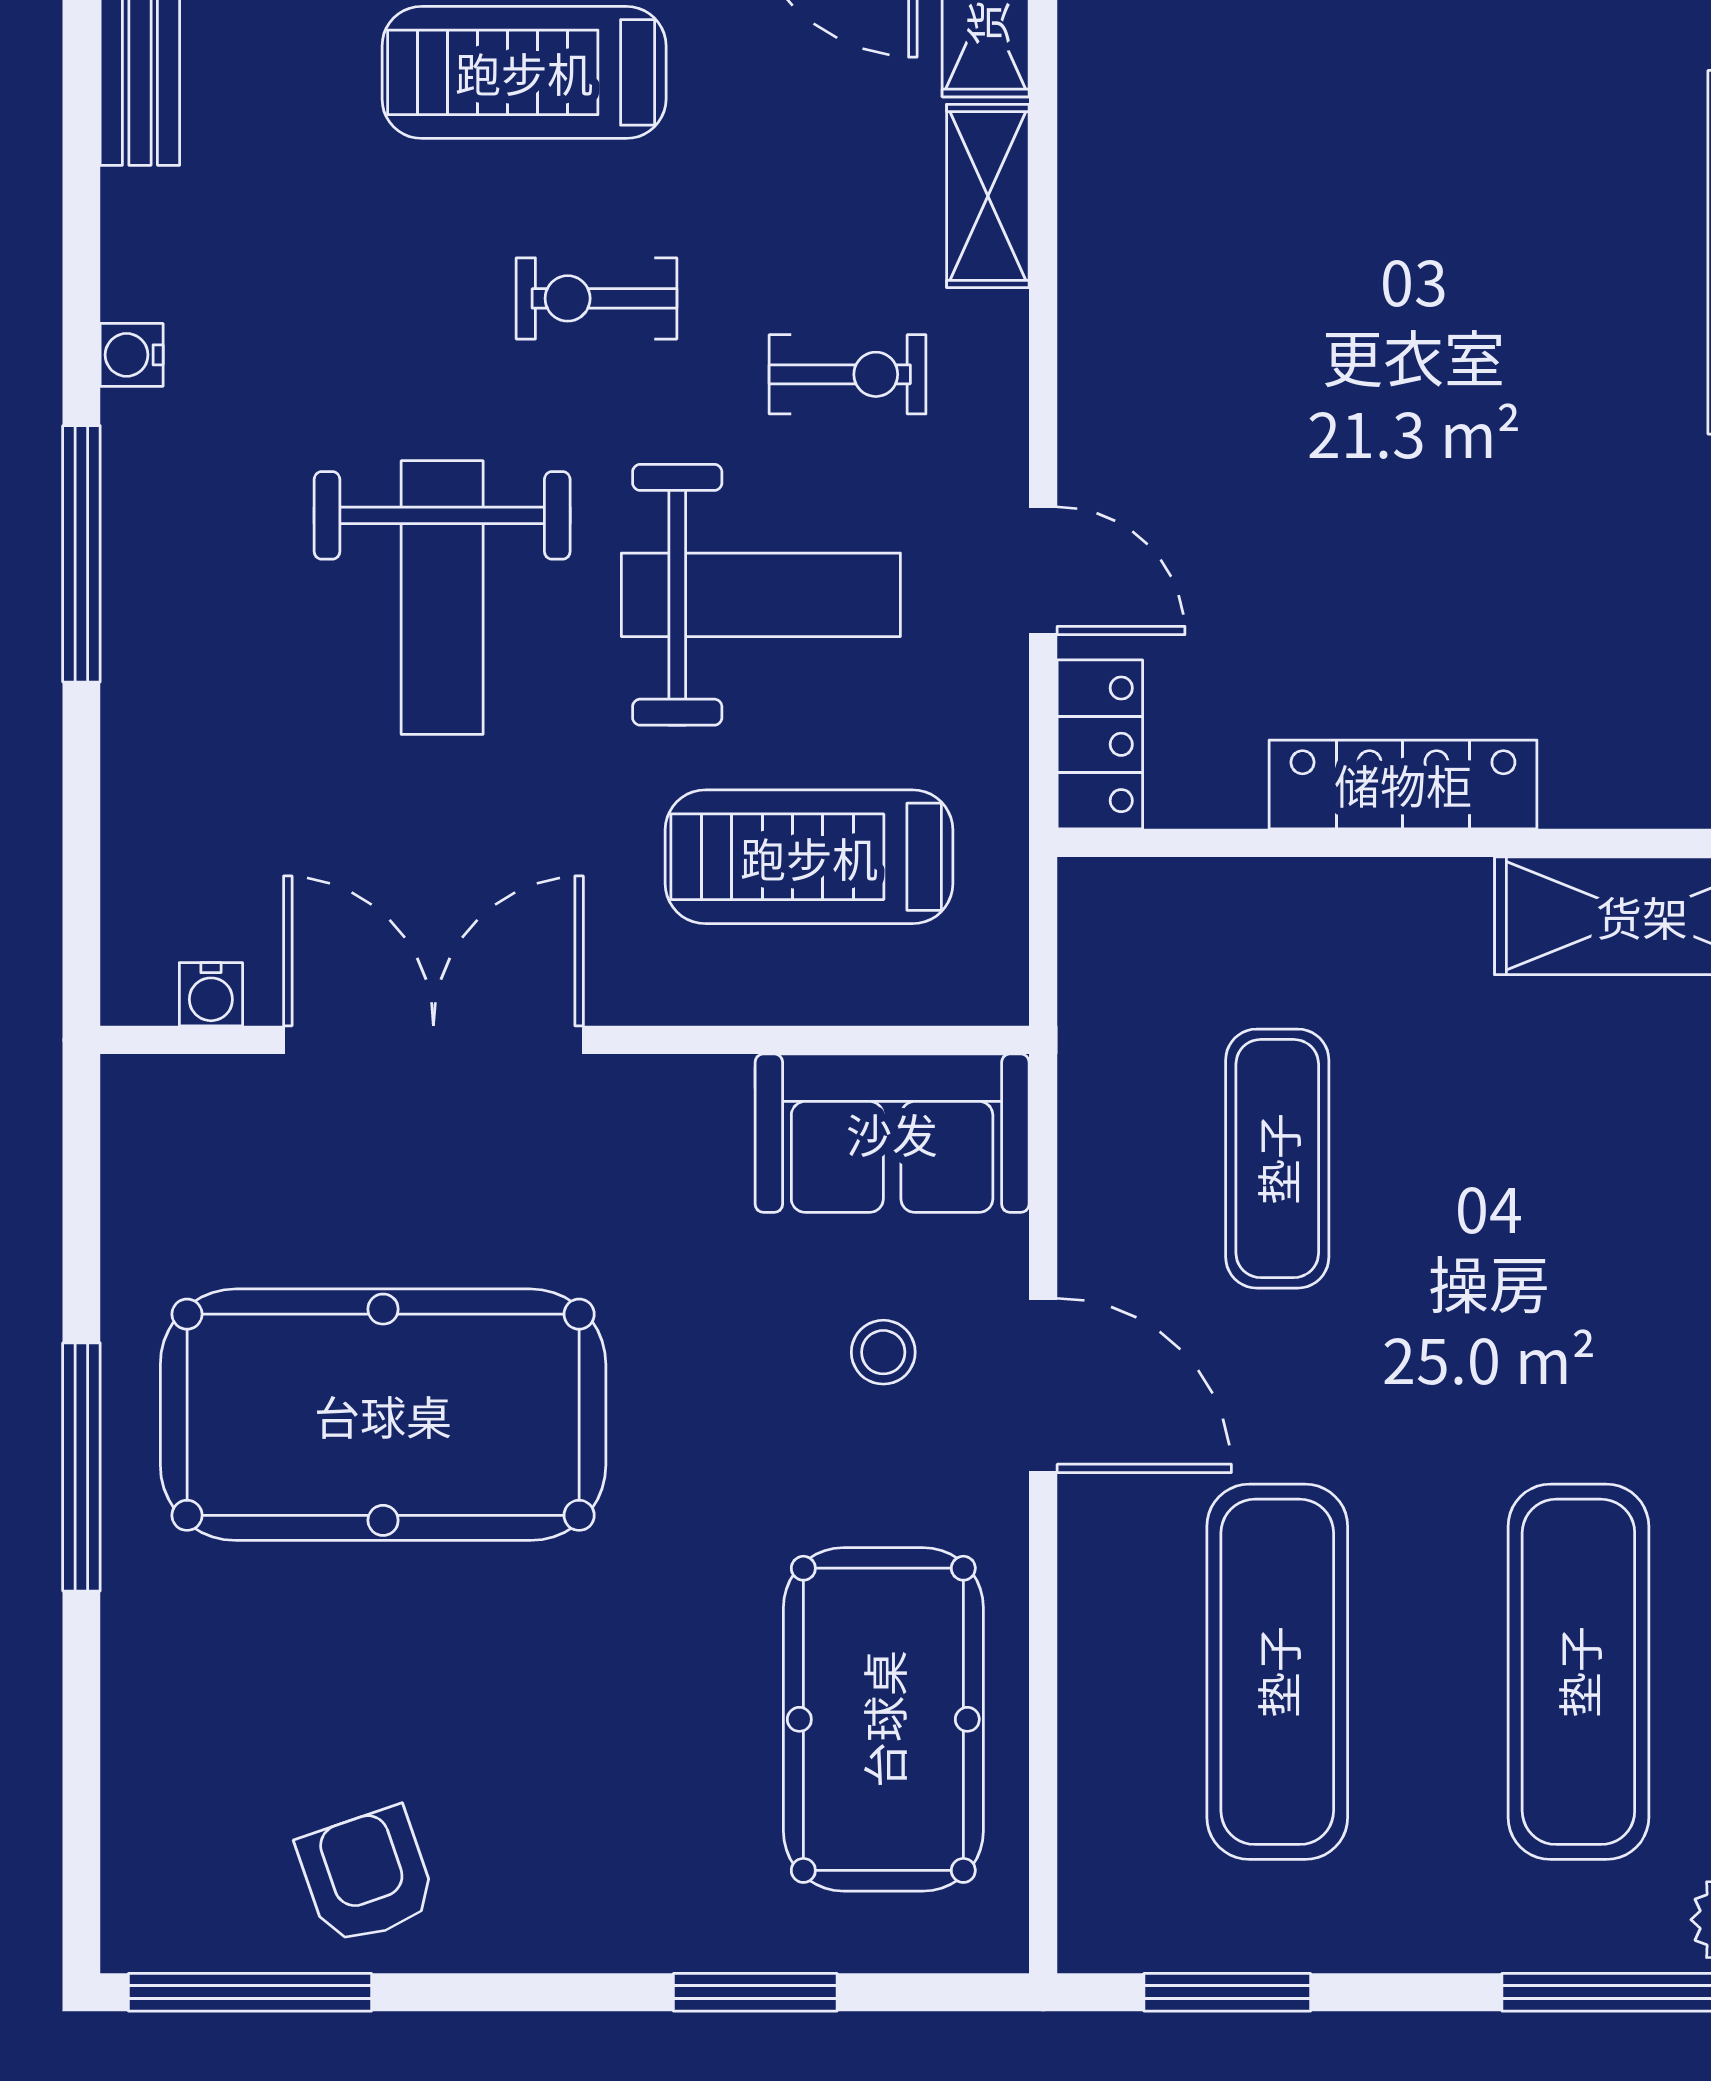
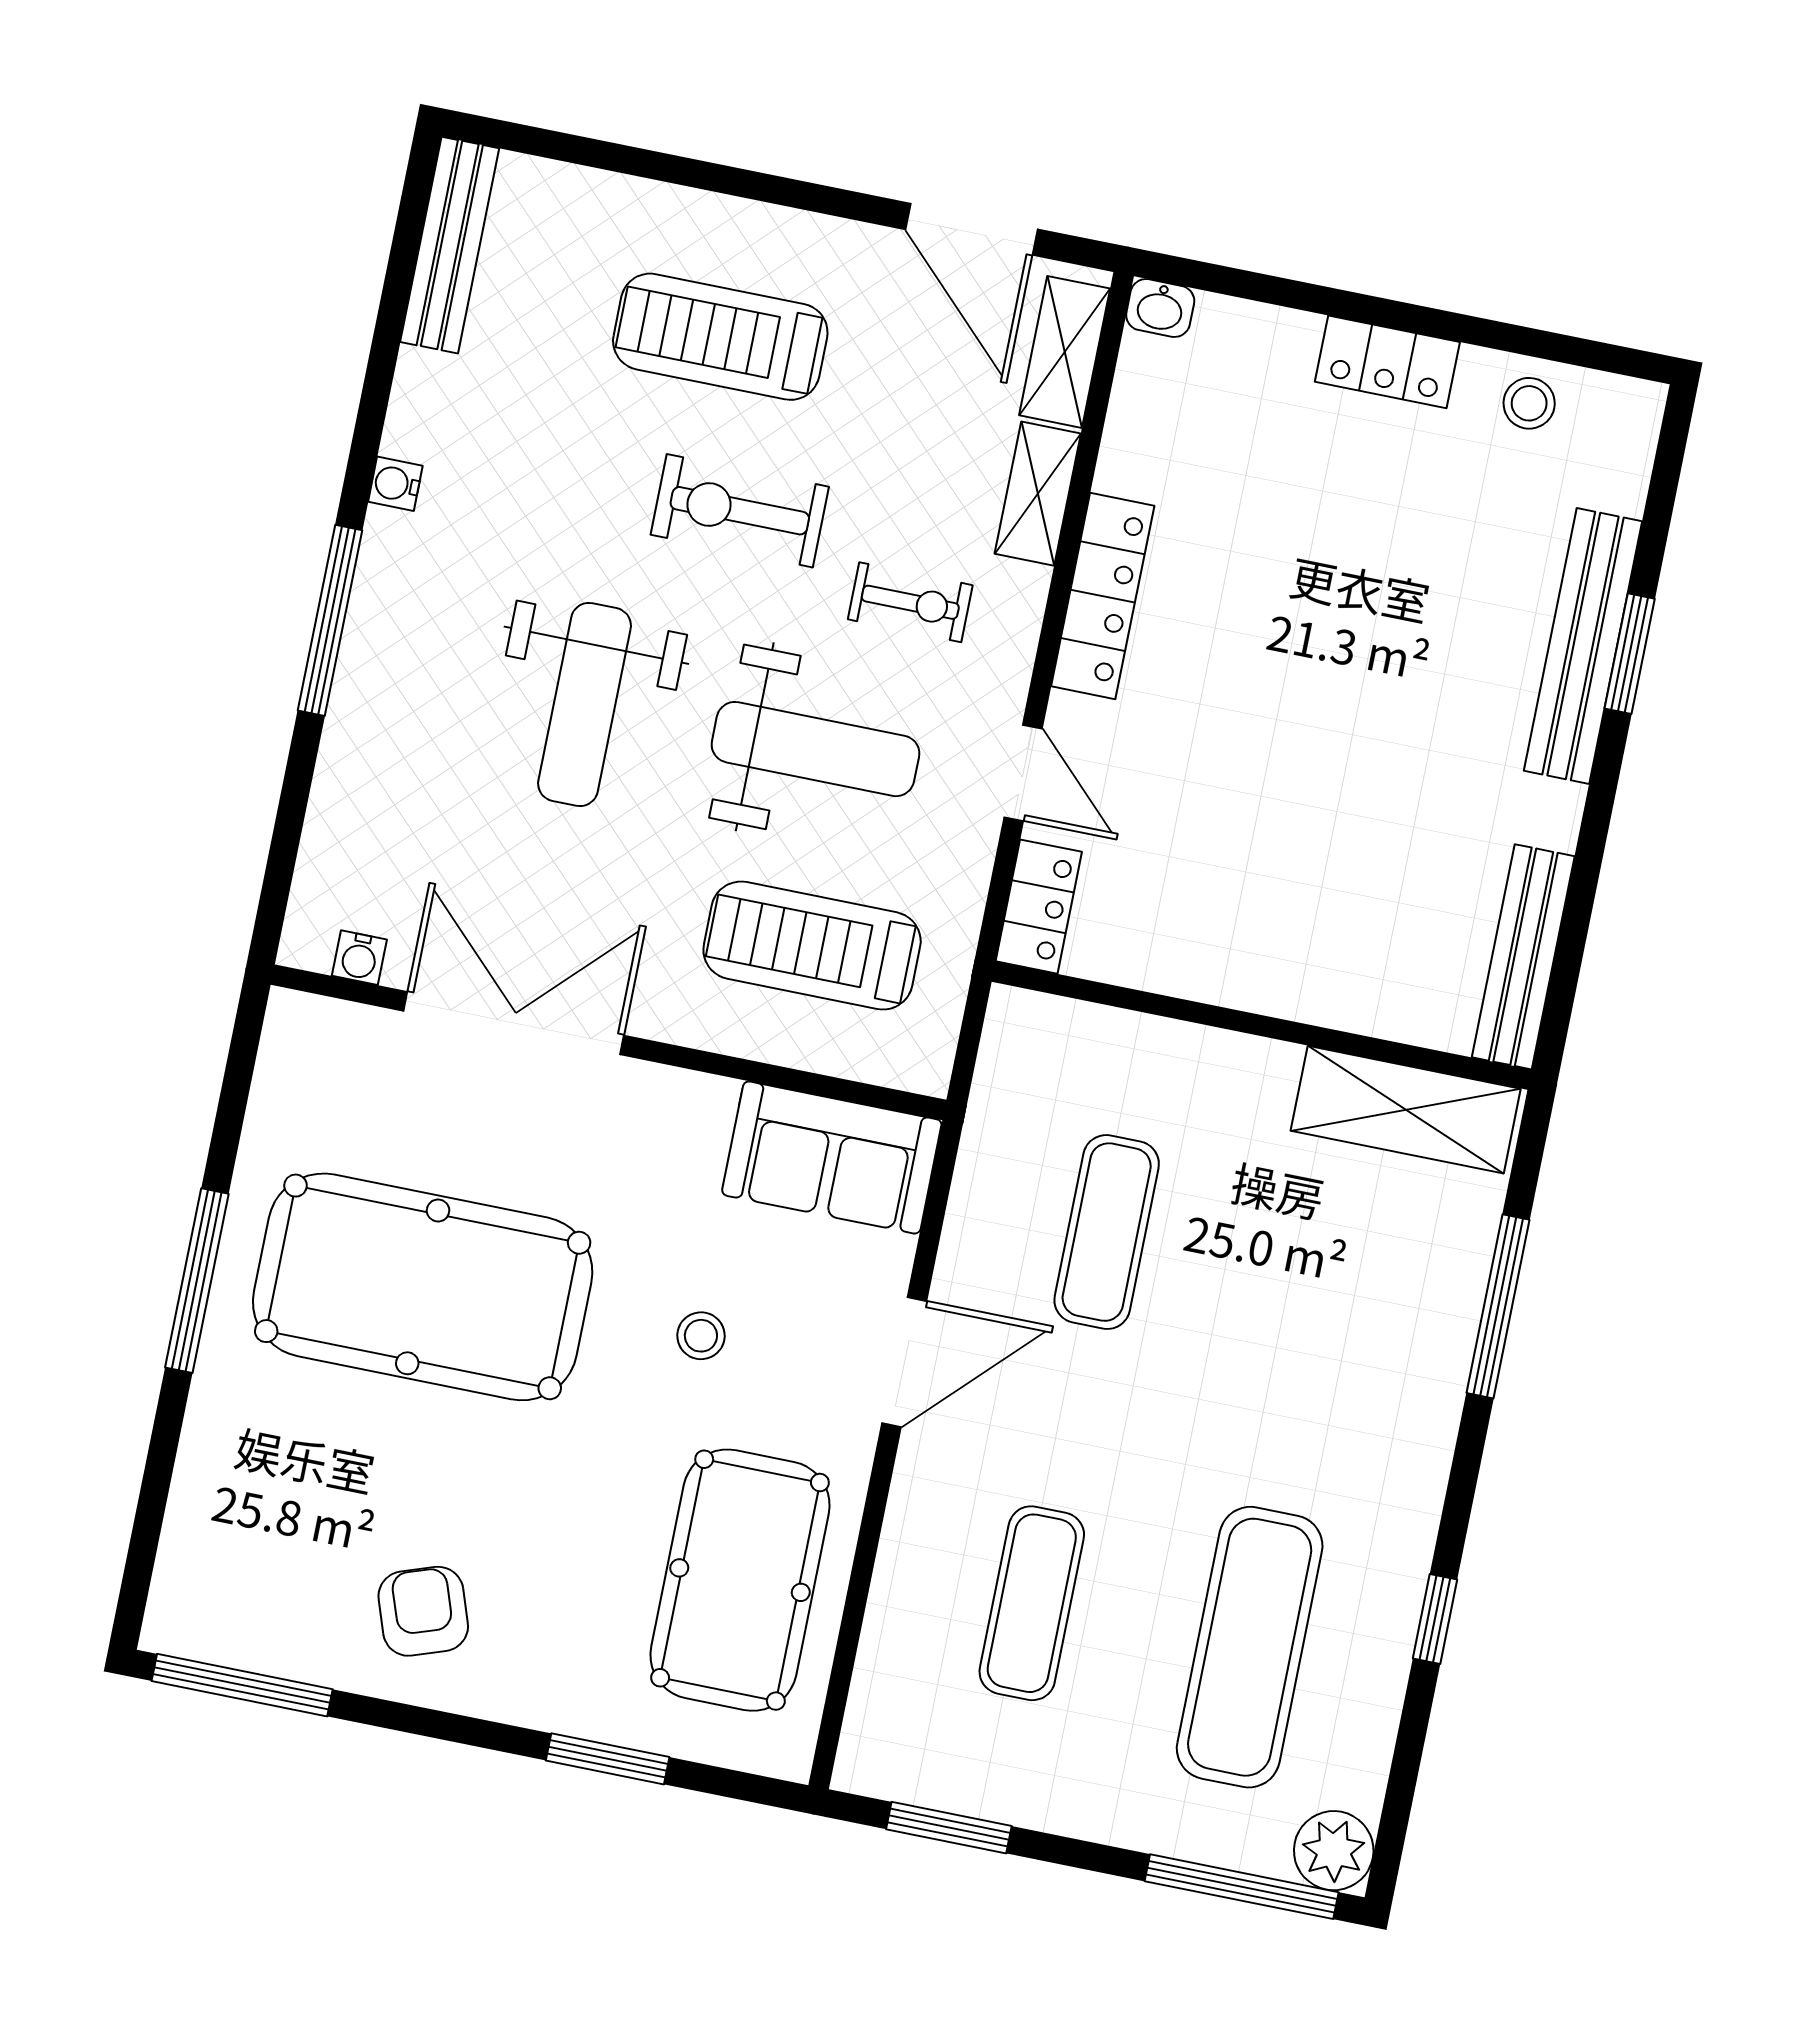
exercise bike: (597, 298) -> (740, 511), width x1.38, depth x1.39
locker: (1403, 784) -> (1103, 596), moved, turned 90
stool: (883, 1352) -> (701, 1336), moved
door: (1043, 1385) -> (904, 1362), hinge flipped
exercise mat: (1277, 1672) -> (1032, 1603), width x0.73, depth x0.69
armchair: (367, 1876) -> (423, 1611), moved

